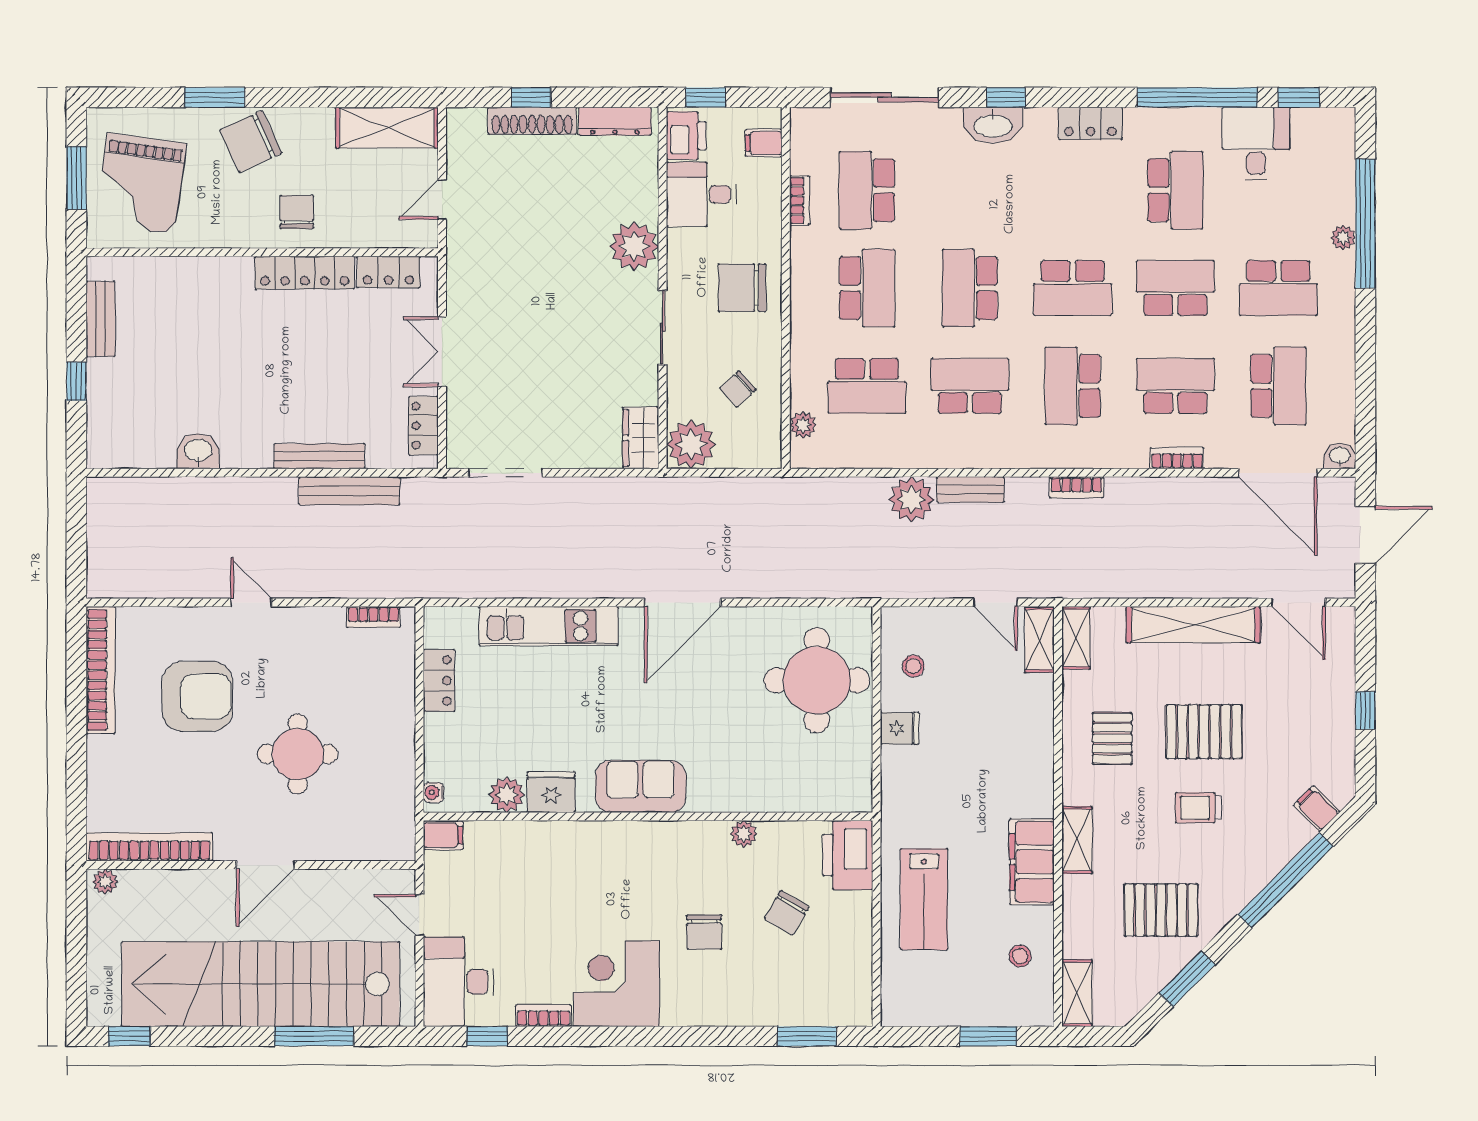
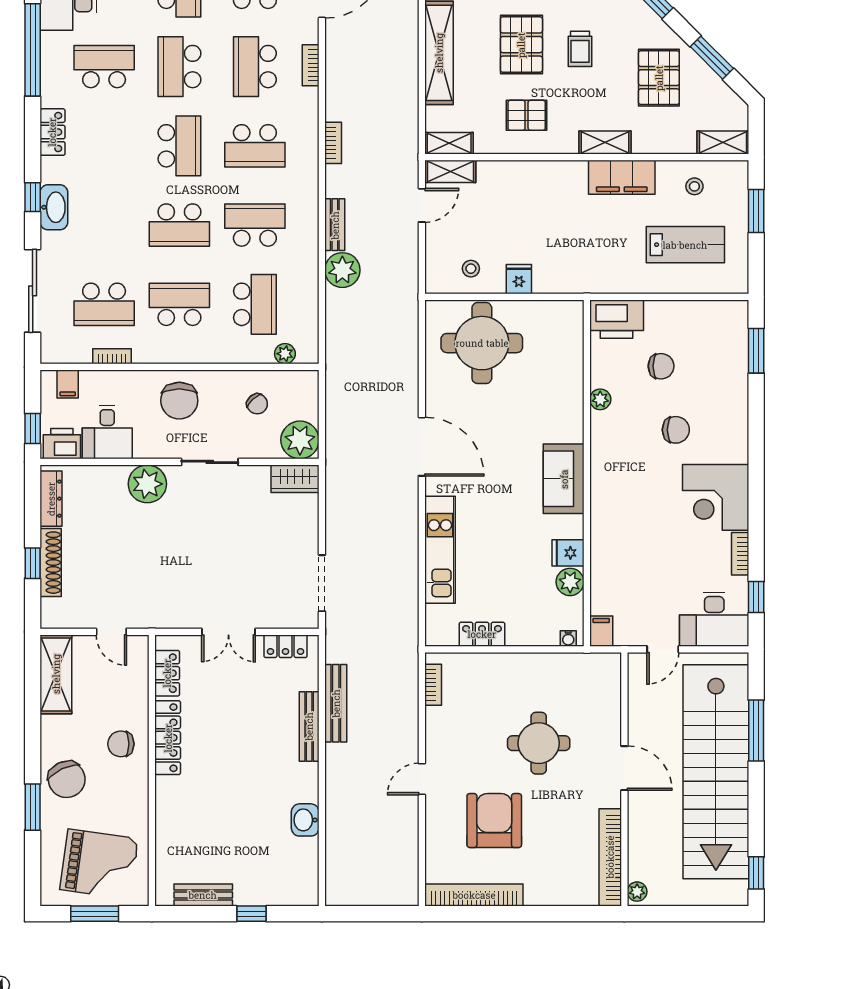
school desk: (970, 386) -> (255, 225), turned 90
fridge: (551, 792) -> (568, 553), width x0.72
lab bench: (924, 899) -> (685, 245), moved
chair: (787, 913) -> (661, 366), turned -30

